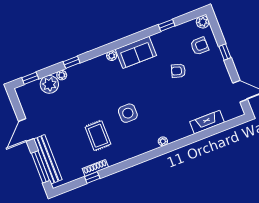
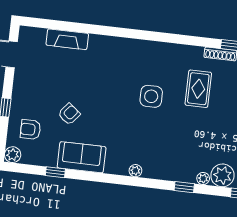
sofa: (136, 52) -> (82, 157), moved
armchair: (178, 71) -> (69, 114), turned -67
plant: (163, 141) -> (128, 44), removed

